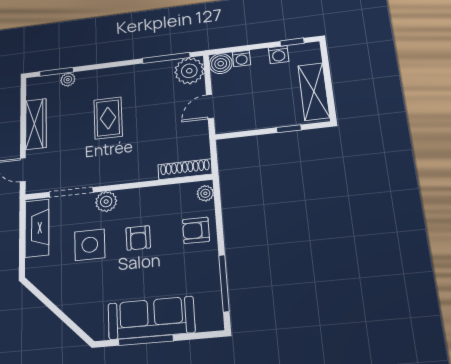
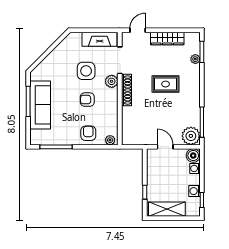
shoe rack: (185, 169) -> (126, 90), moved

